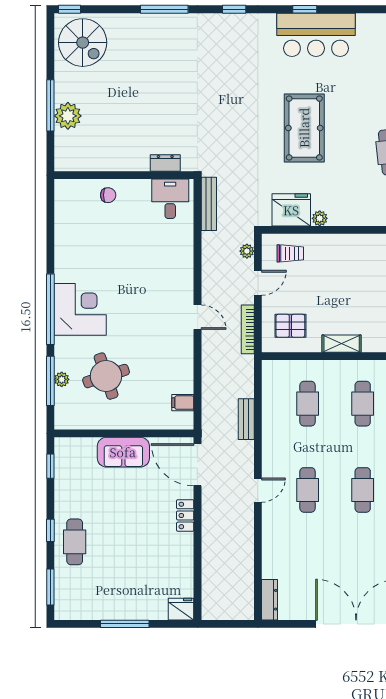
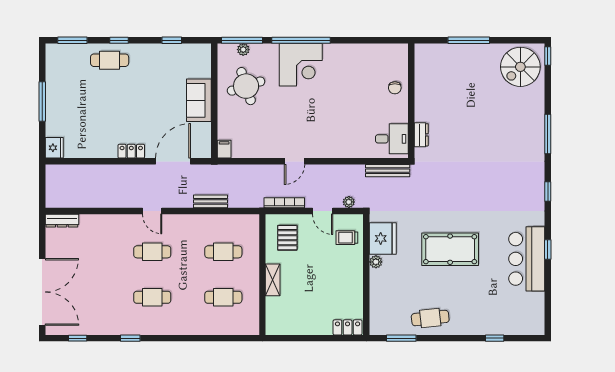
plant: (68, 116) -> (460, 55), removed
trolley: (290, 253) -> (347, 238), turned 90
wall: (124, 433) -> (214, 101), moved
sofa: (123, 452) -> (199, 100), moved

